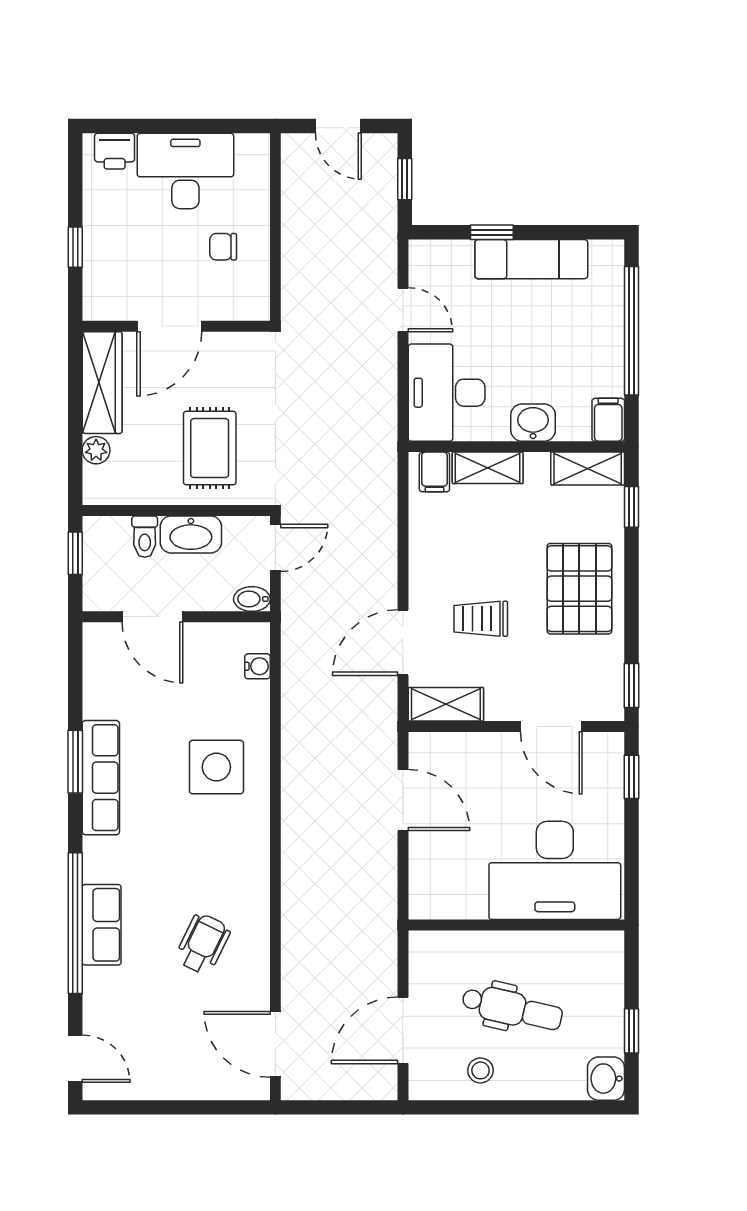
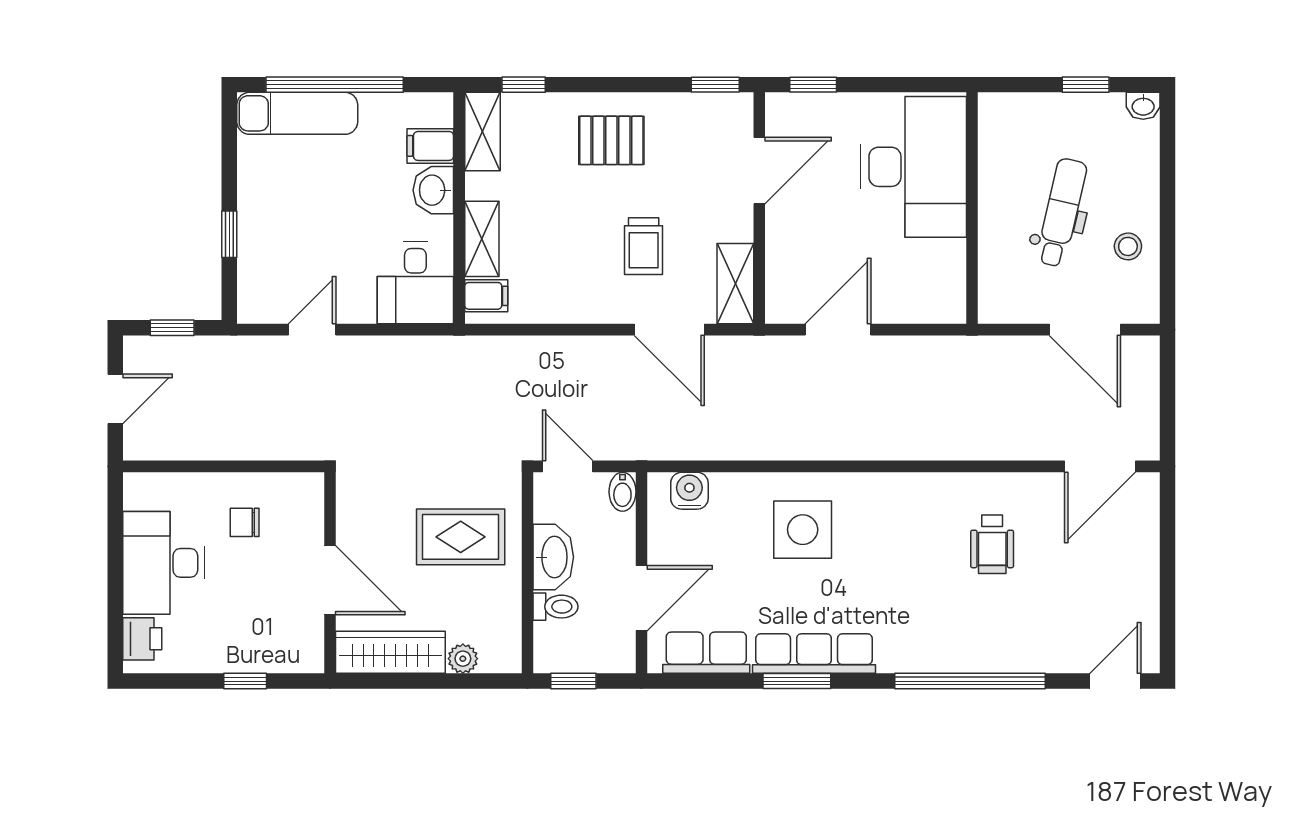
chair: (223, 247) -> (245, 522), turned 90
exam couch: (531, 259) -> (297, 113), moved, turned 90
desk: (447, 393) -> (415, 283), width x0.73
filing cabinet: (608, 420) -> (430, 146), moved
pallet: (579, 589) -> (611, 140), width x0.67, depth x0.71
water cooler: (258, 666) -> (689, 491), width x1.38, depth x1.38
row of seats: (102, 925) -> (706, 653), moved
wheelchair: (203, 944) -> (992, 544), turned -116
washbasin: (606, 1079) -> (1143, 106), width x0.72, depth x0.69

